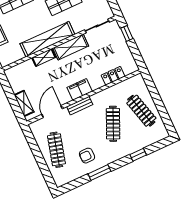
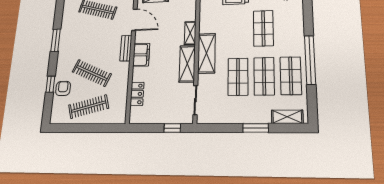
shelving: (47, 39) -> (207, 53), width x0.68
armchair: (87, 156) -> (63, 88), moved

